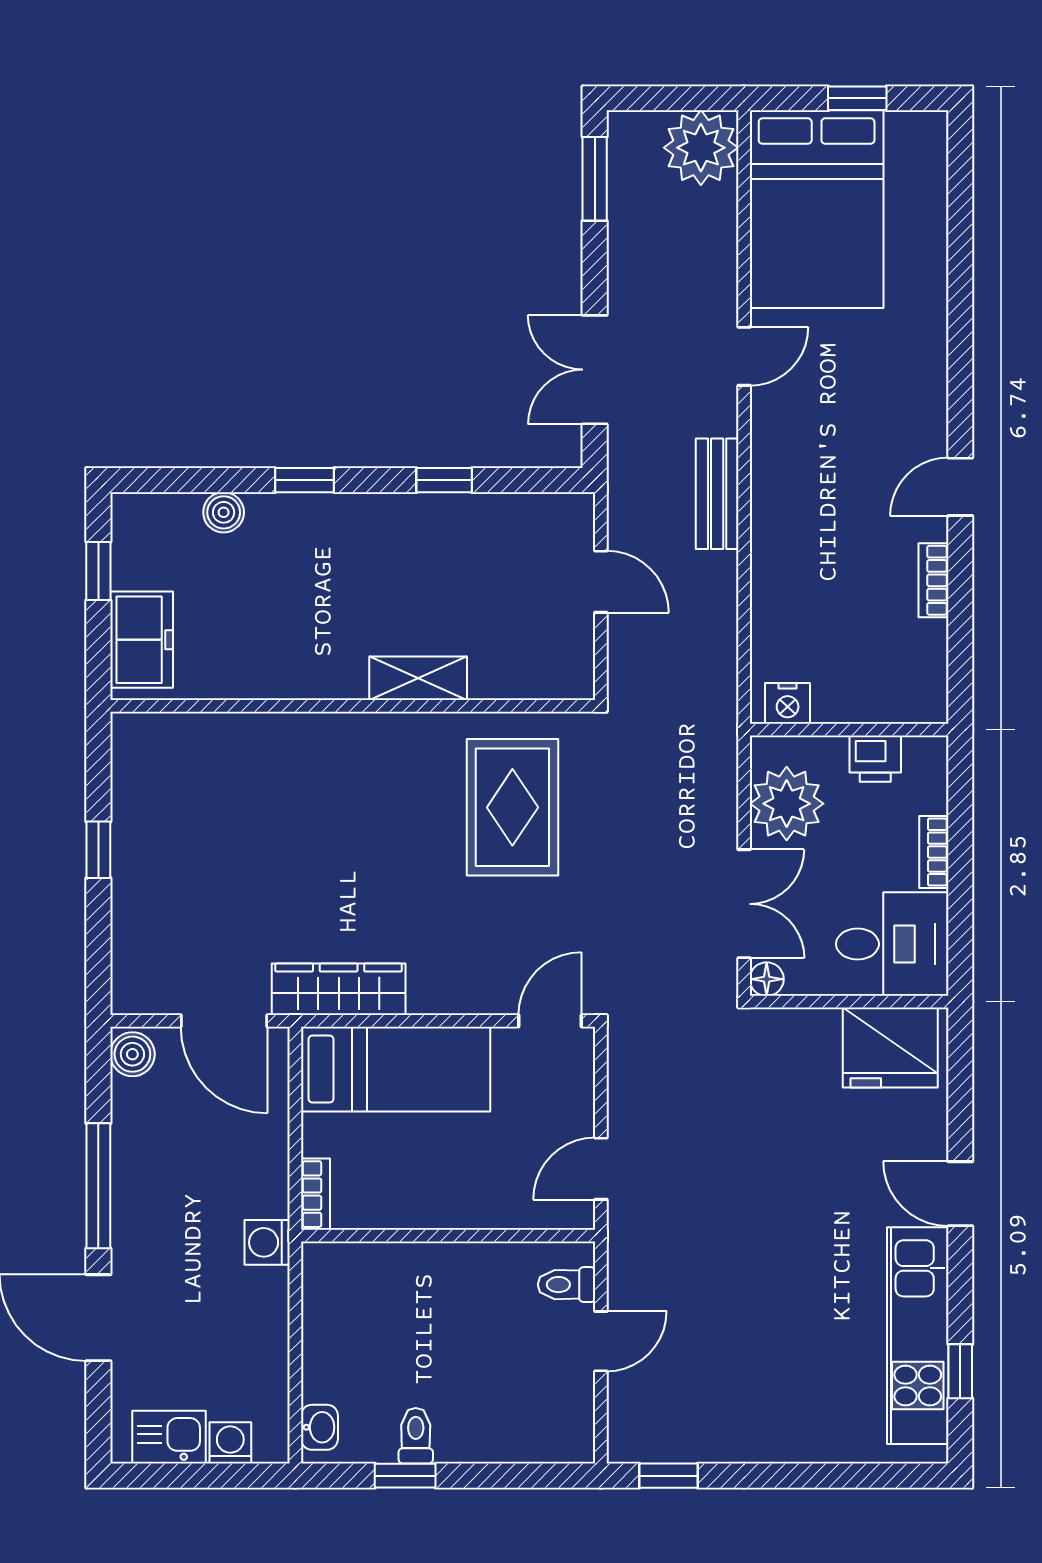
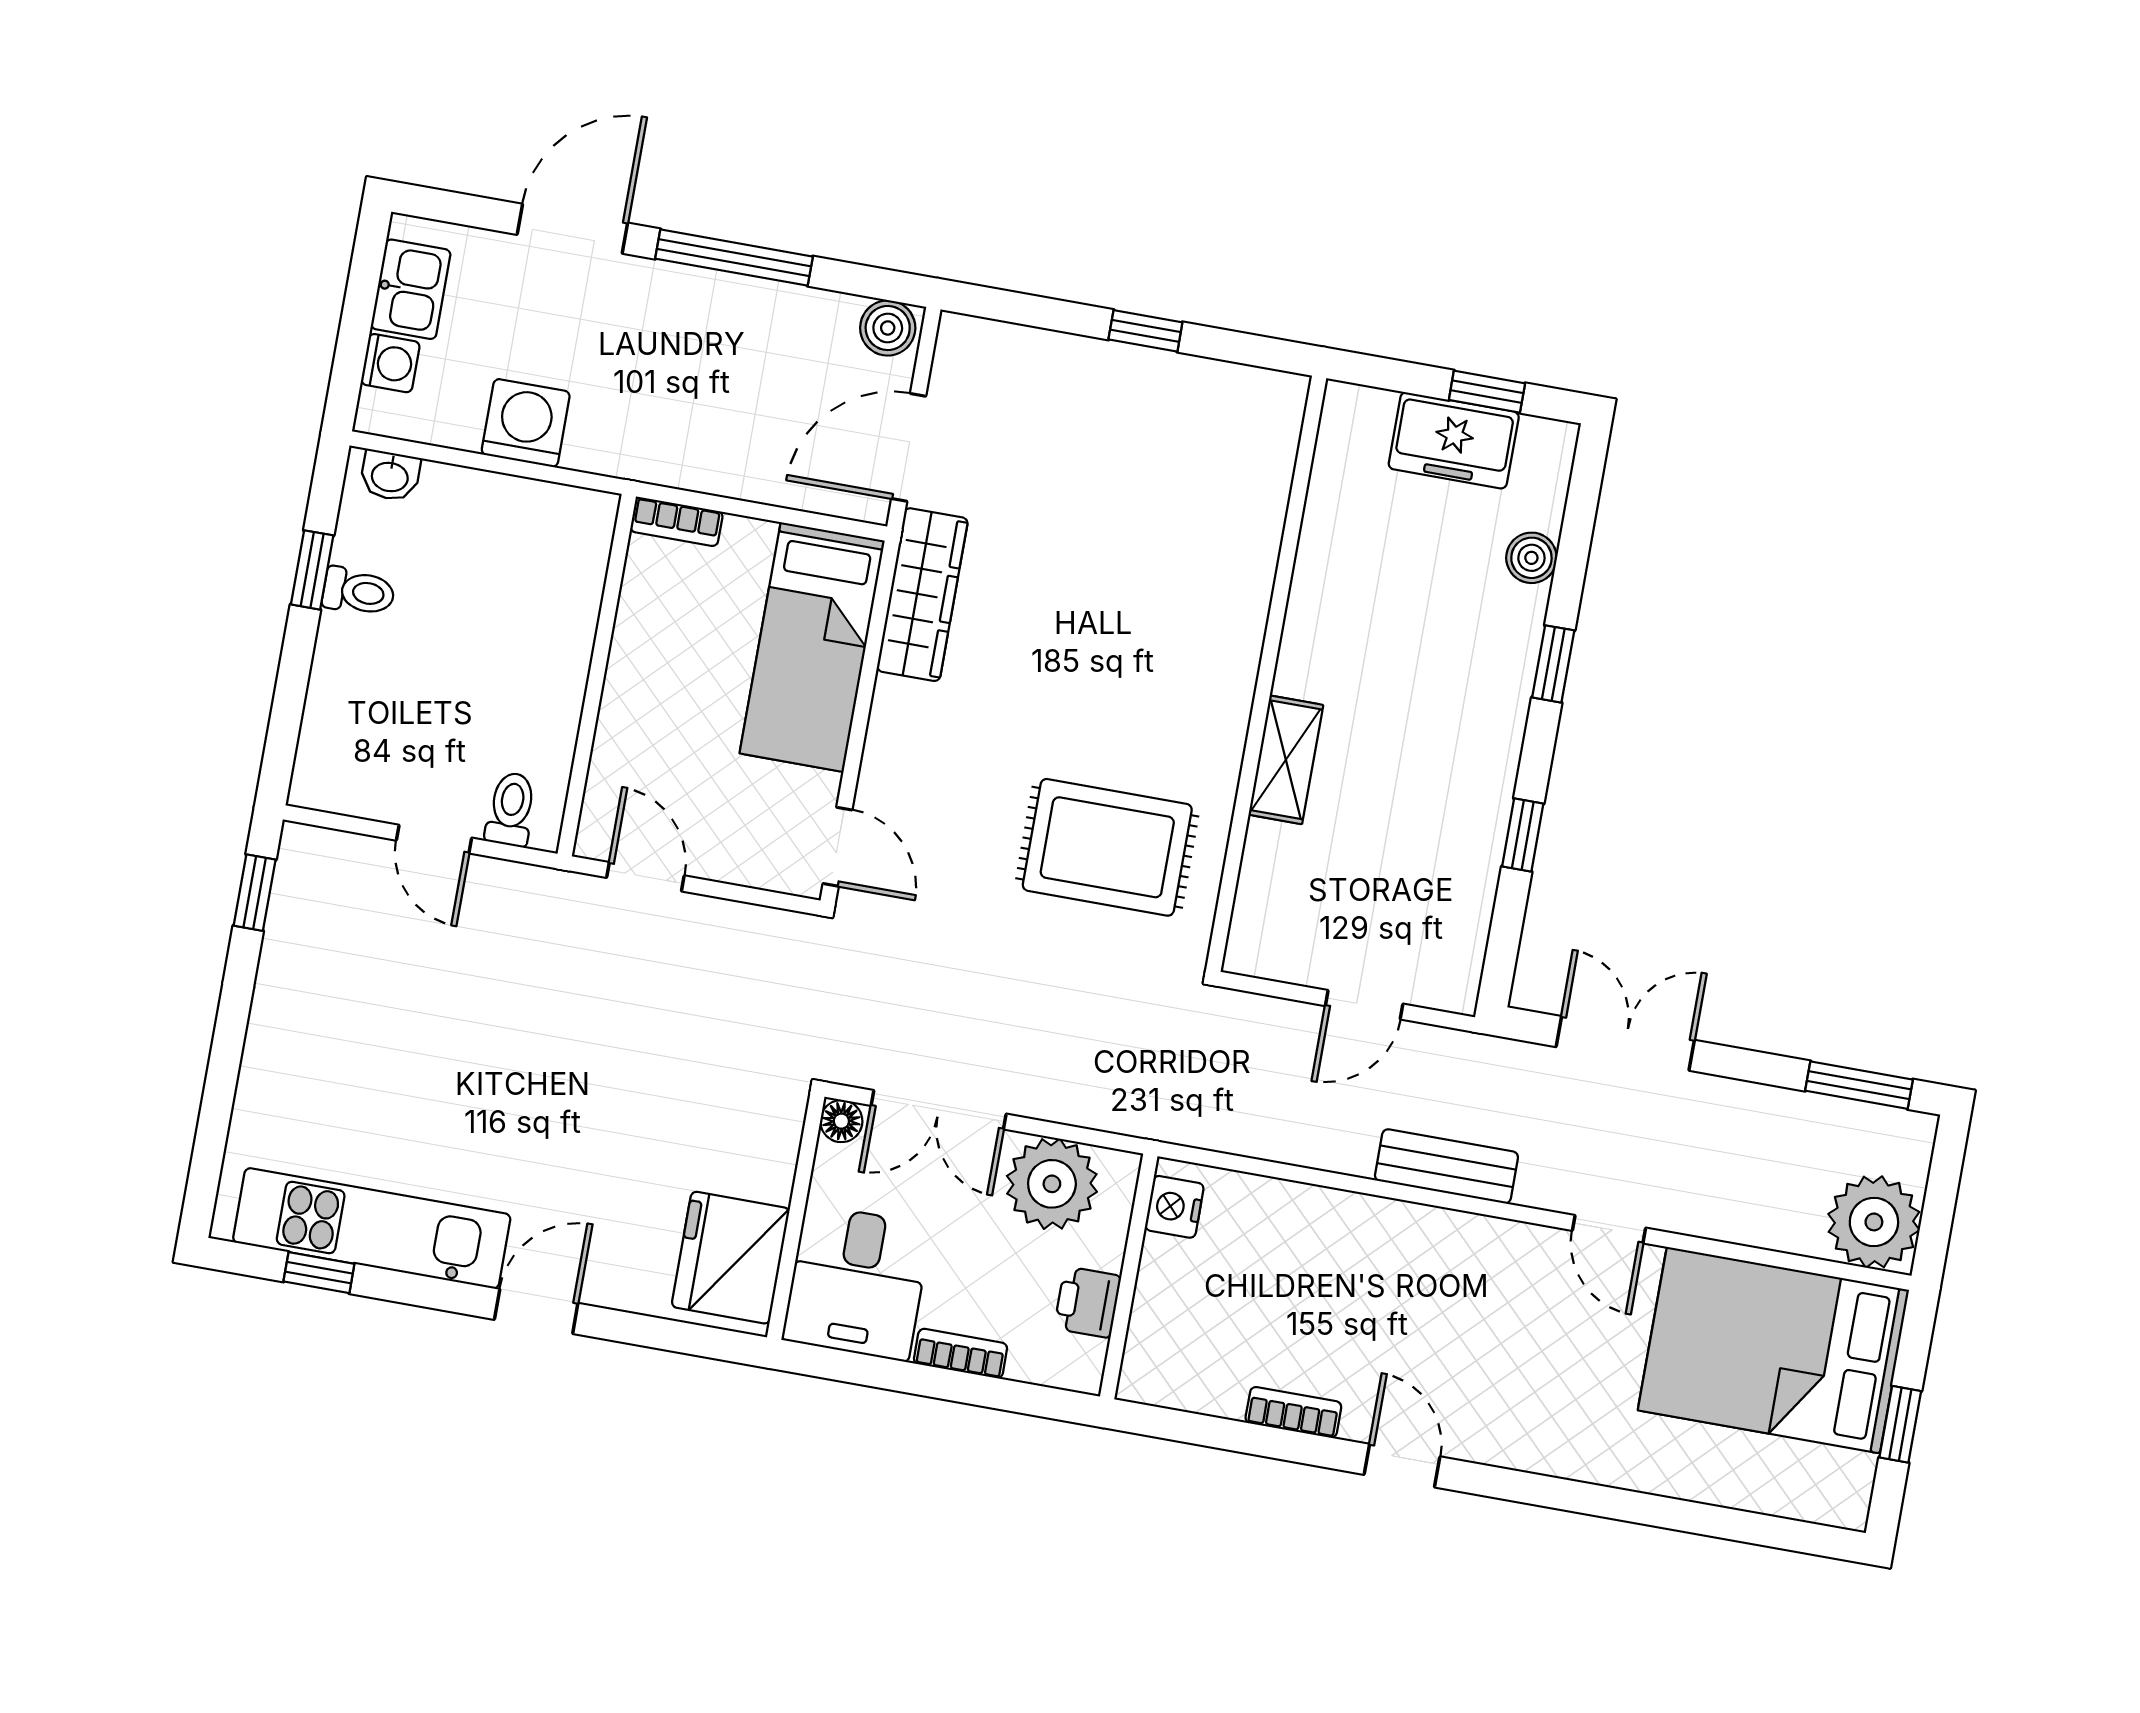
freezer: (142, 640) -> (1454, 440), moved
washing machine: (267, 1242) -> (526, 423), moved, width x1.38, depth x1.38

